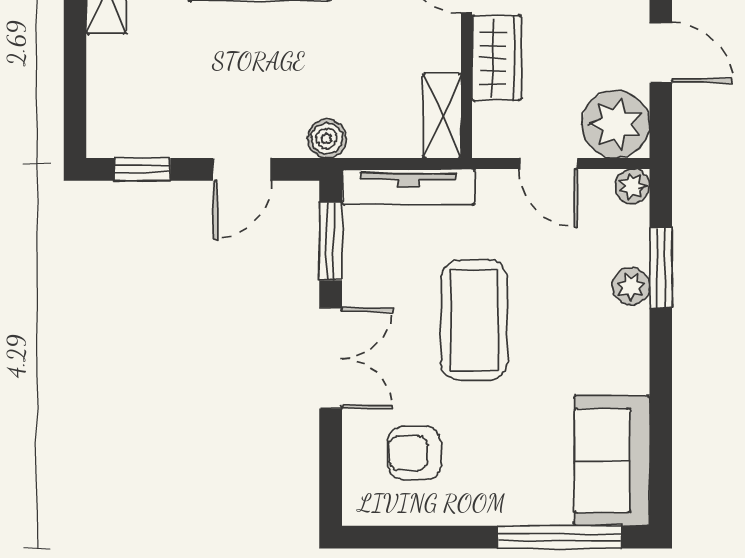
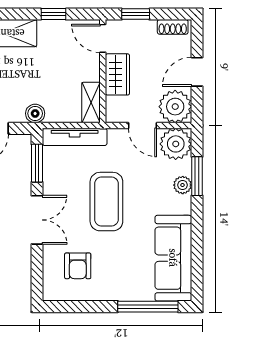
door: (661, 53) -> (197, 72), swing flipped
plant: (632, 186) -> (176, 144), width x1.88, depth x1.88
armchair: (415, 453) -> (78, 266), turned -90
sofa: (612, 461) -> (173, 258), width x1.36

